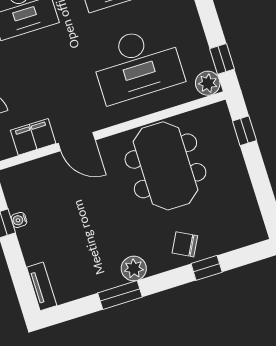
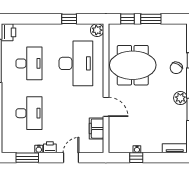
window: (222, 59) -> (69, 19), moved
door: (77, 142) -> (106, 107), hinge flipped
window: (258, 172) -> (151, 19), added

